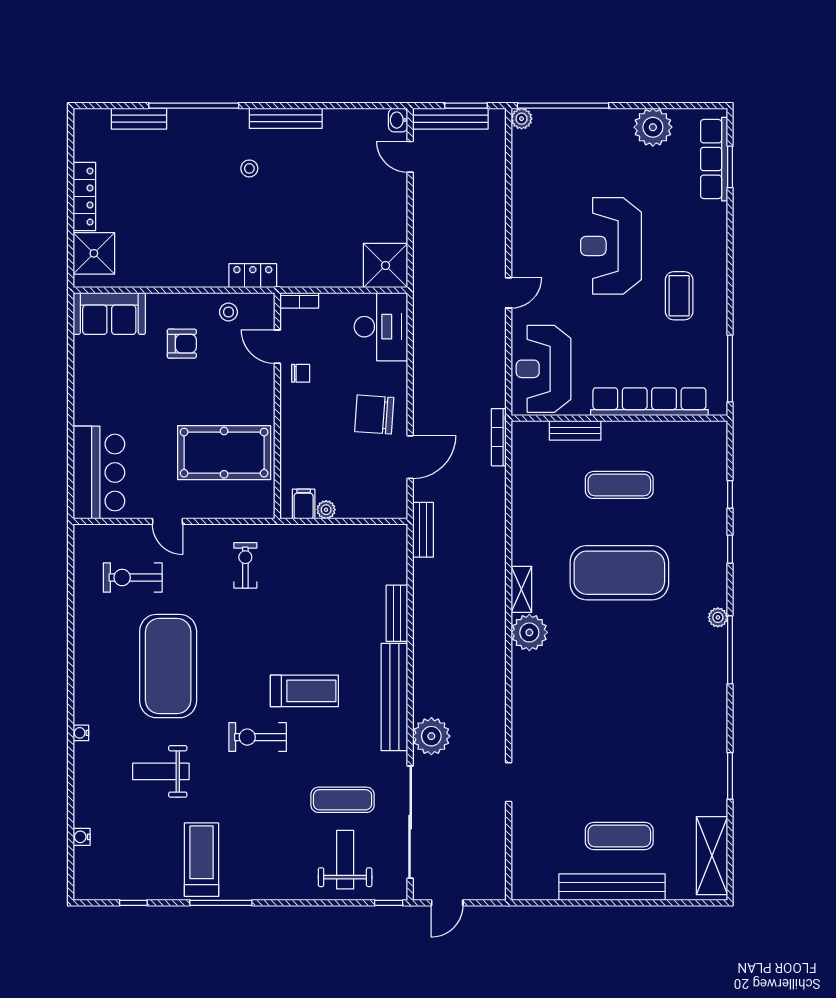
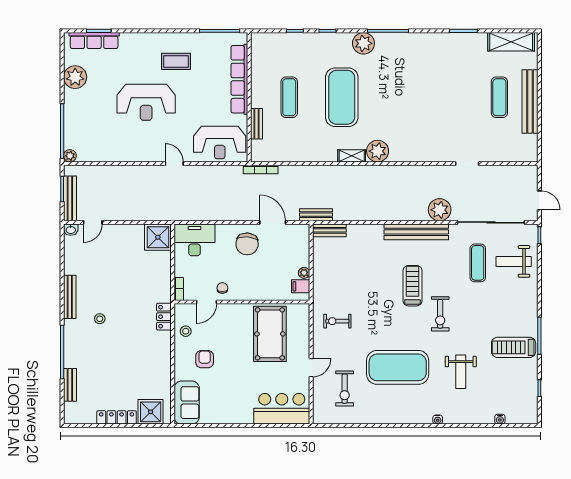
bench: (397, 613) -> (329, 230), moved
plant: (718, 617) -> (363, 43), width x1.87, depth x1.87

